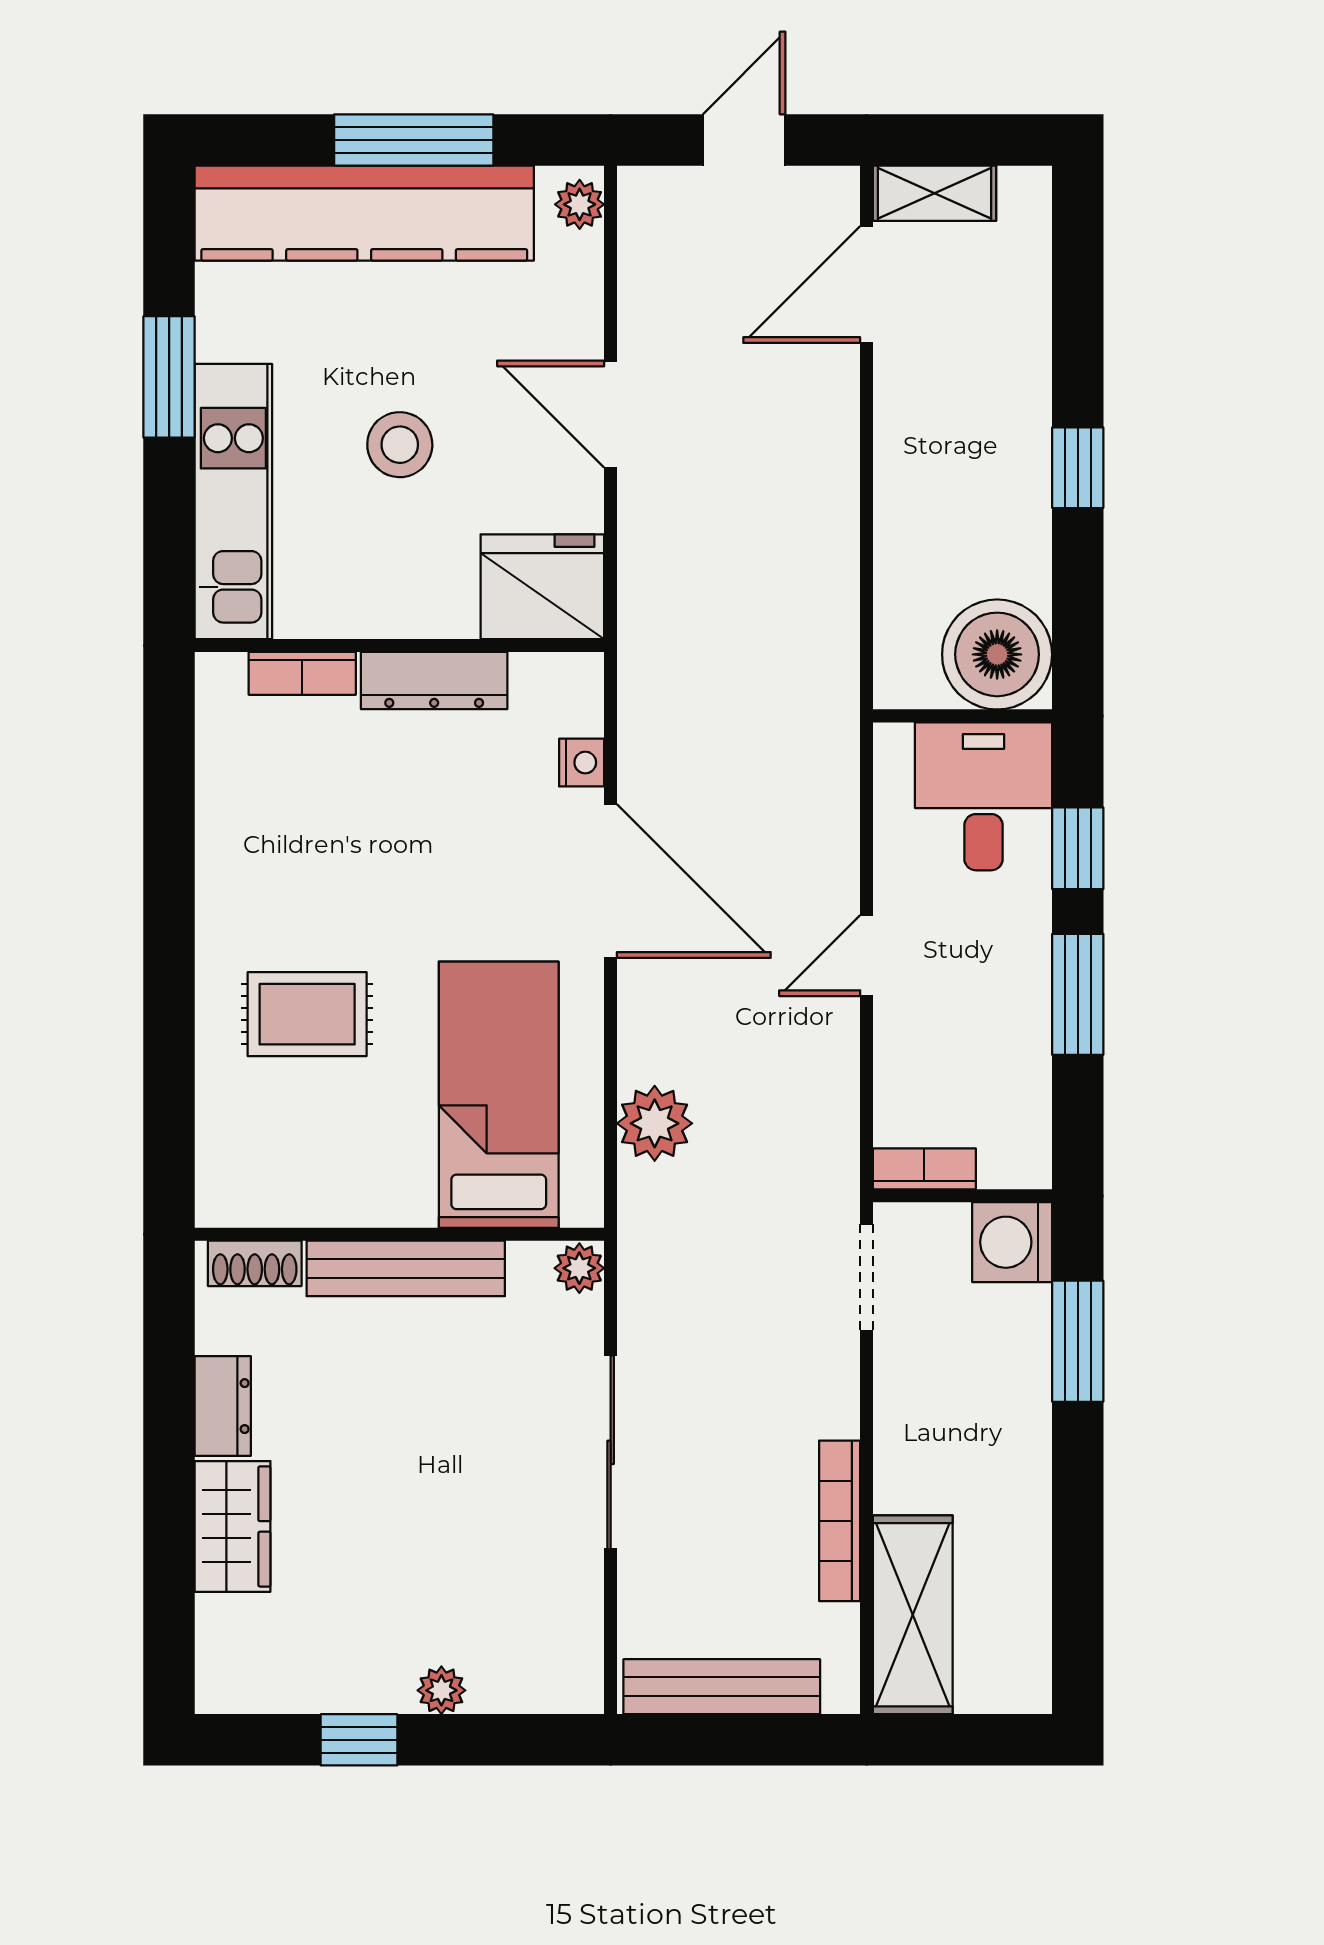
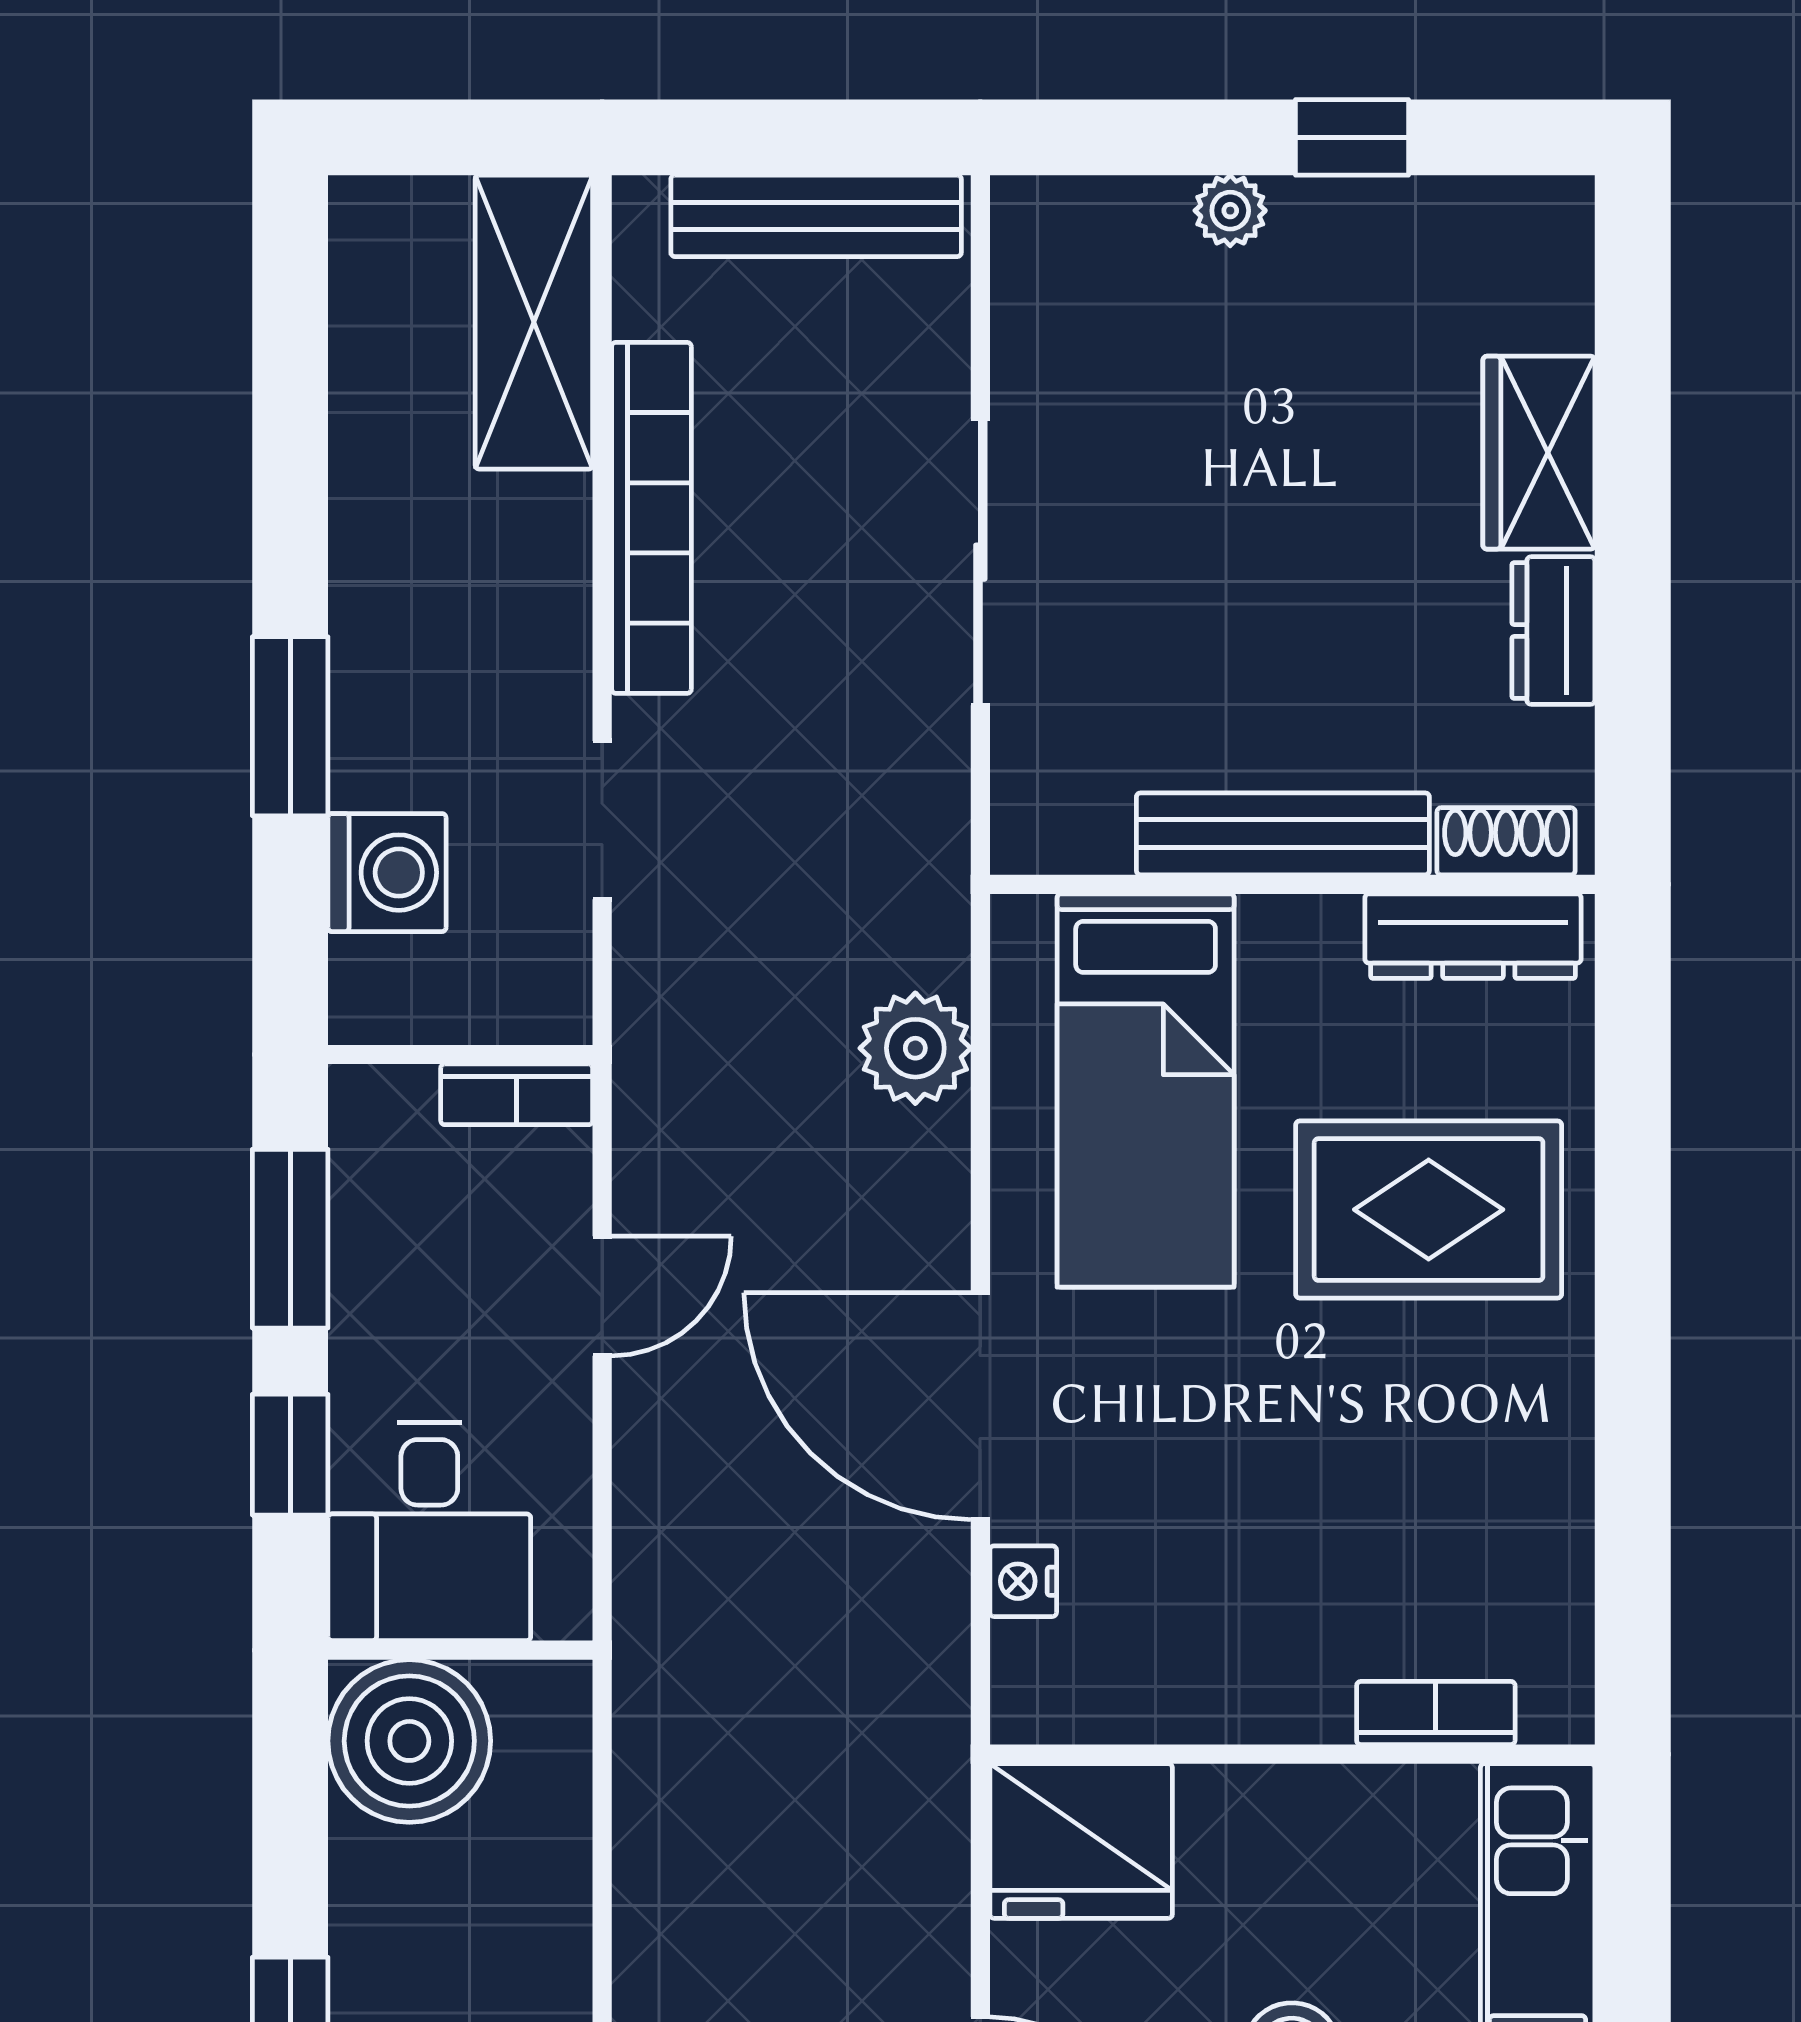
dresser: (434, 681) -> (1473, 936), moved, turned 180
rug: (307, 1014) -> (1429, 1210), width x1.36, depth x1.43
bookcase: (924, 1169) -> (517, 1094), moved
wall: (963, 1196) -> (460, 1055), moved
plant: (579, 1268) -> (1027, 834), removed
bookcase: (840, 1521) -> (651, 518), width x1.48, depth x1.31

